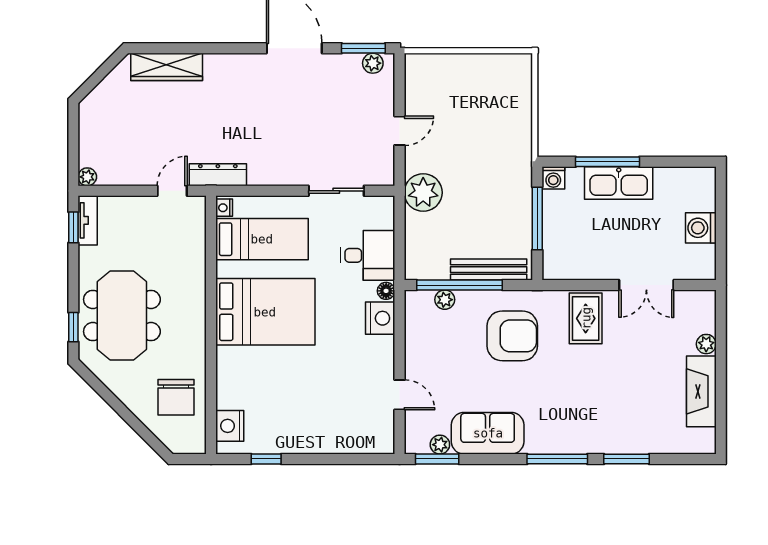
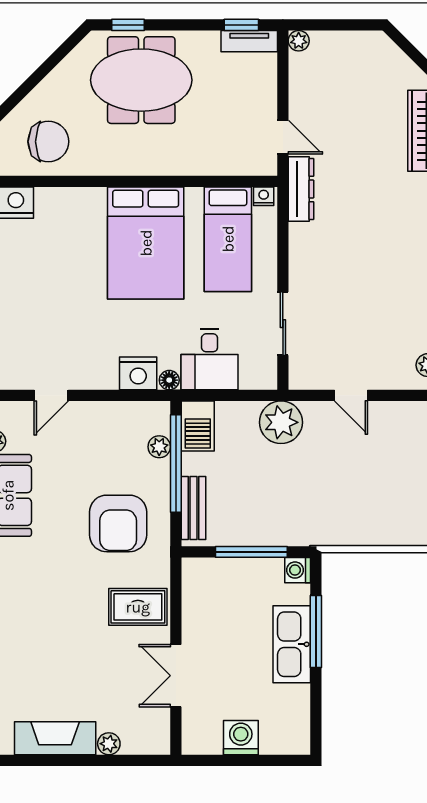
barbecue: (426, 266) -> (198, 426), added
bench: (489, 270) -> (193, 508), width x0.73
chair: (176, 397) -> (48, 142), turned 180

